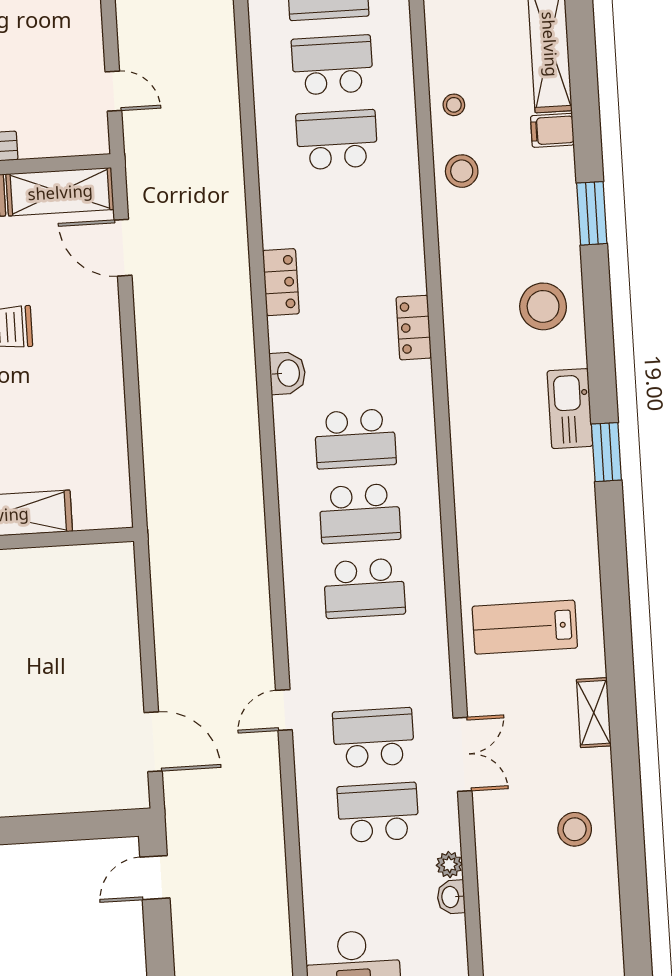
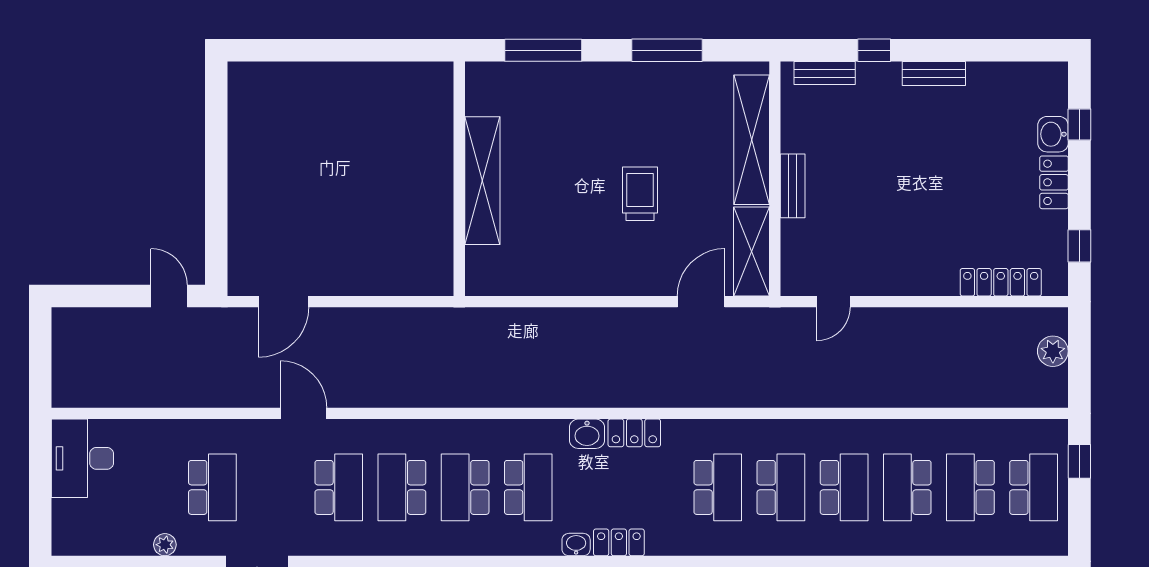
school desk: (341, 215) -> (718, 487), added
locker: (281, 282) -> (634, 433), moved
school desk: (355, 439) -> (528, 487), turned 180
door: (284, 710) -> (304, 413), width x1.38
school desk: (373, 738) -> (339, 487), moved
washbasin: (451, 897) -> (576, 545), moved

